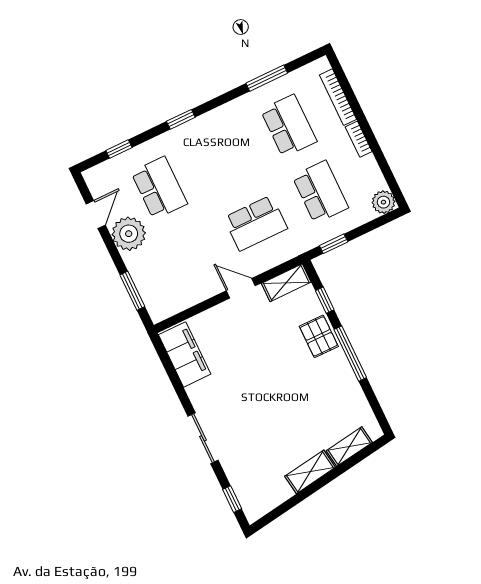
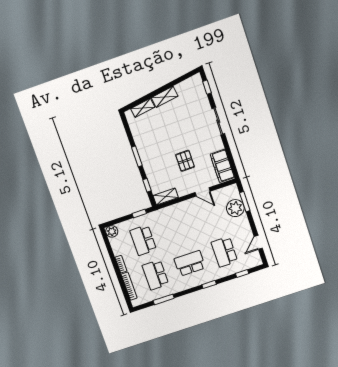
school desk: (256, 223) -> (190, 263), moved
plant: (129, 234) -> (235, 208), moved
door: (241, 288) -> (203, 192), moved
pallet: (319, 336) -> (185, 161), moved
window: (350, 354) -> (137, 156), width x0.69

